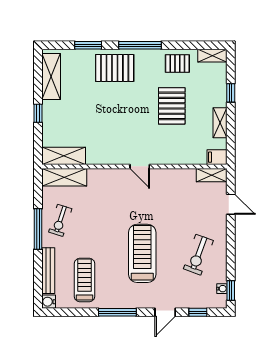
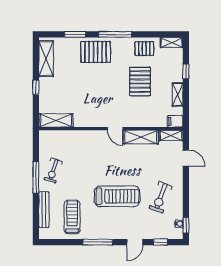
shelving: (64, 177) -> (141, 137), moved
treadmill: (142, 253) -> (117, 196), turned 90
water cooler: (49, 302) -> (44, 234), removed

